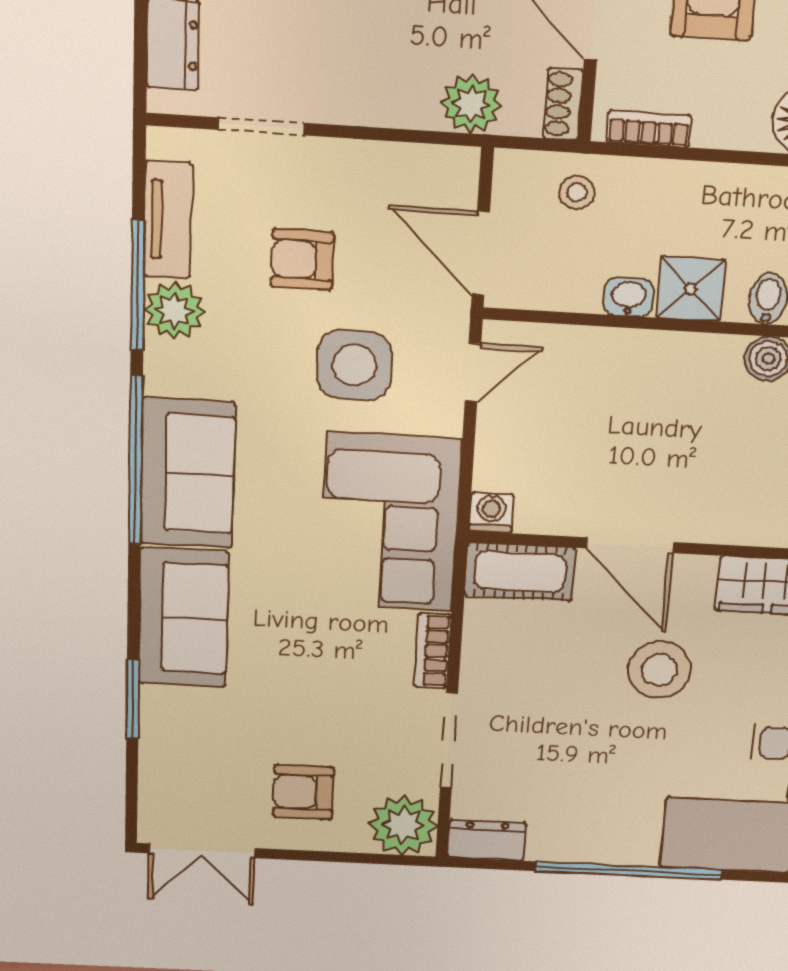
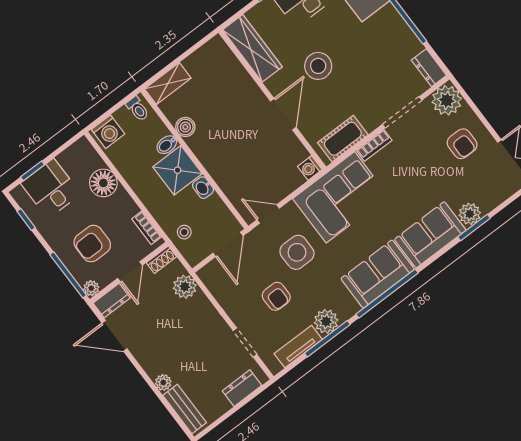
shower: (691, 289) -> (178, 170), width x1.36, depth x1.36
cot: (520, 572) -> (343, 139), moved, turned 90
plant: (164, 711) -> (470, 214), added

